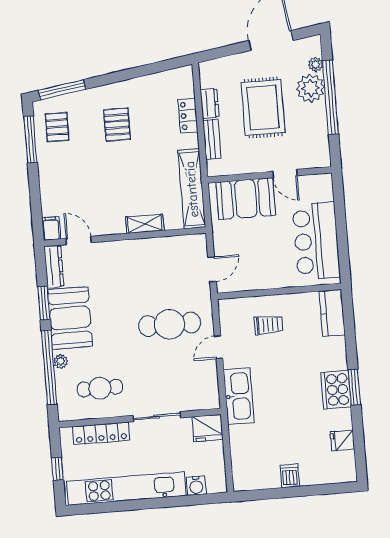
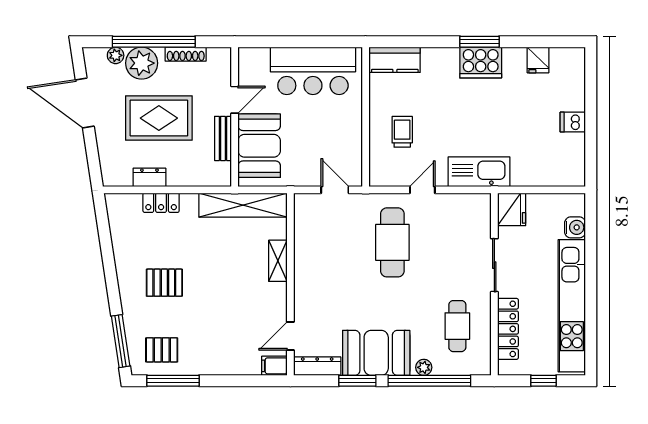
shoe rack: (322, 127) -> (186, 54), added
bench: (212, 139) -> (223, 138), moved, turned 90
door: (218, 347) -> (422, 190), swing flipped

